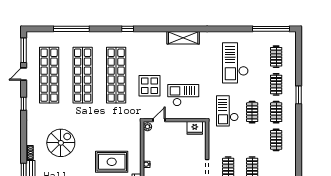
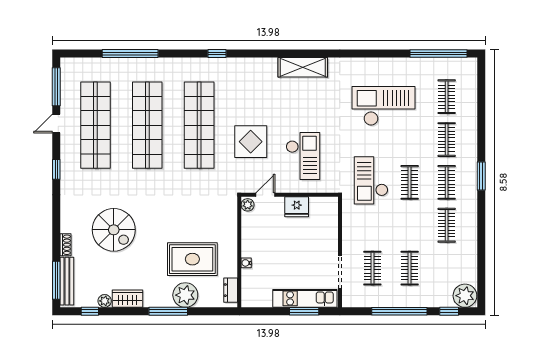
checkout: (235, 63) -> (384, 106), turned 90
checkout: (183, 95) -> (303, 156), turned 90
window: (299, 95) -> (481, 176), moved
fridge: (195, 128) -> (297, 207), moved
spiral stairs: (61, 143) -> (114, 230), turned 90

